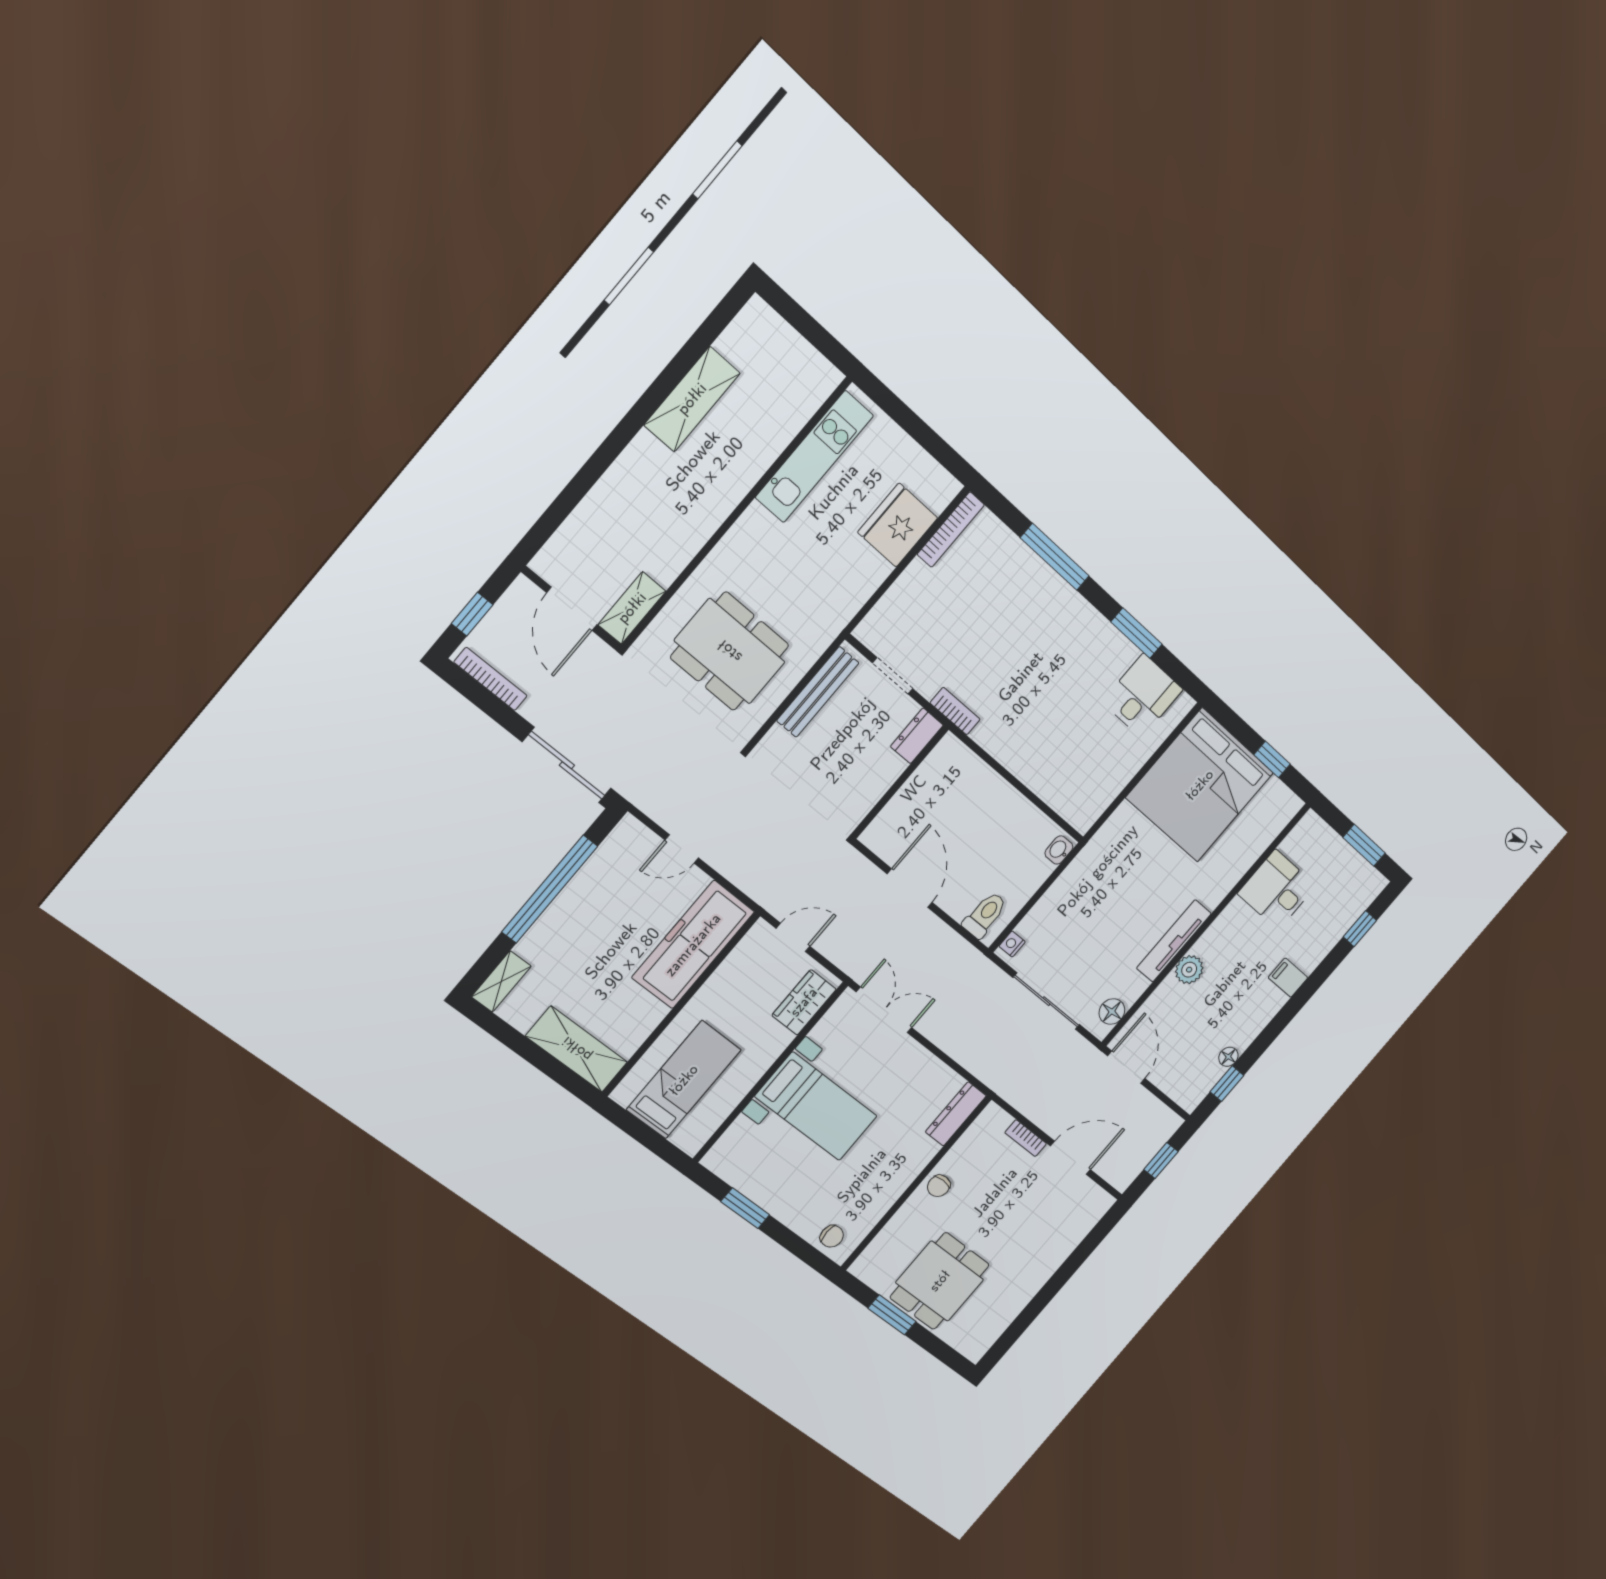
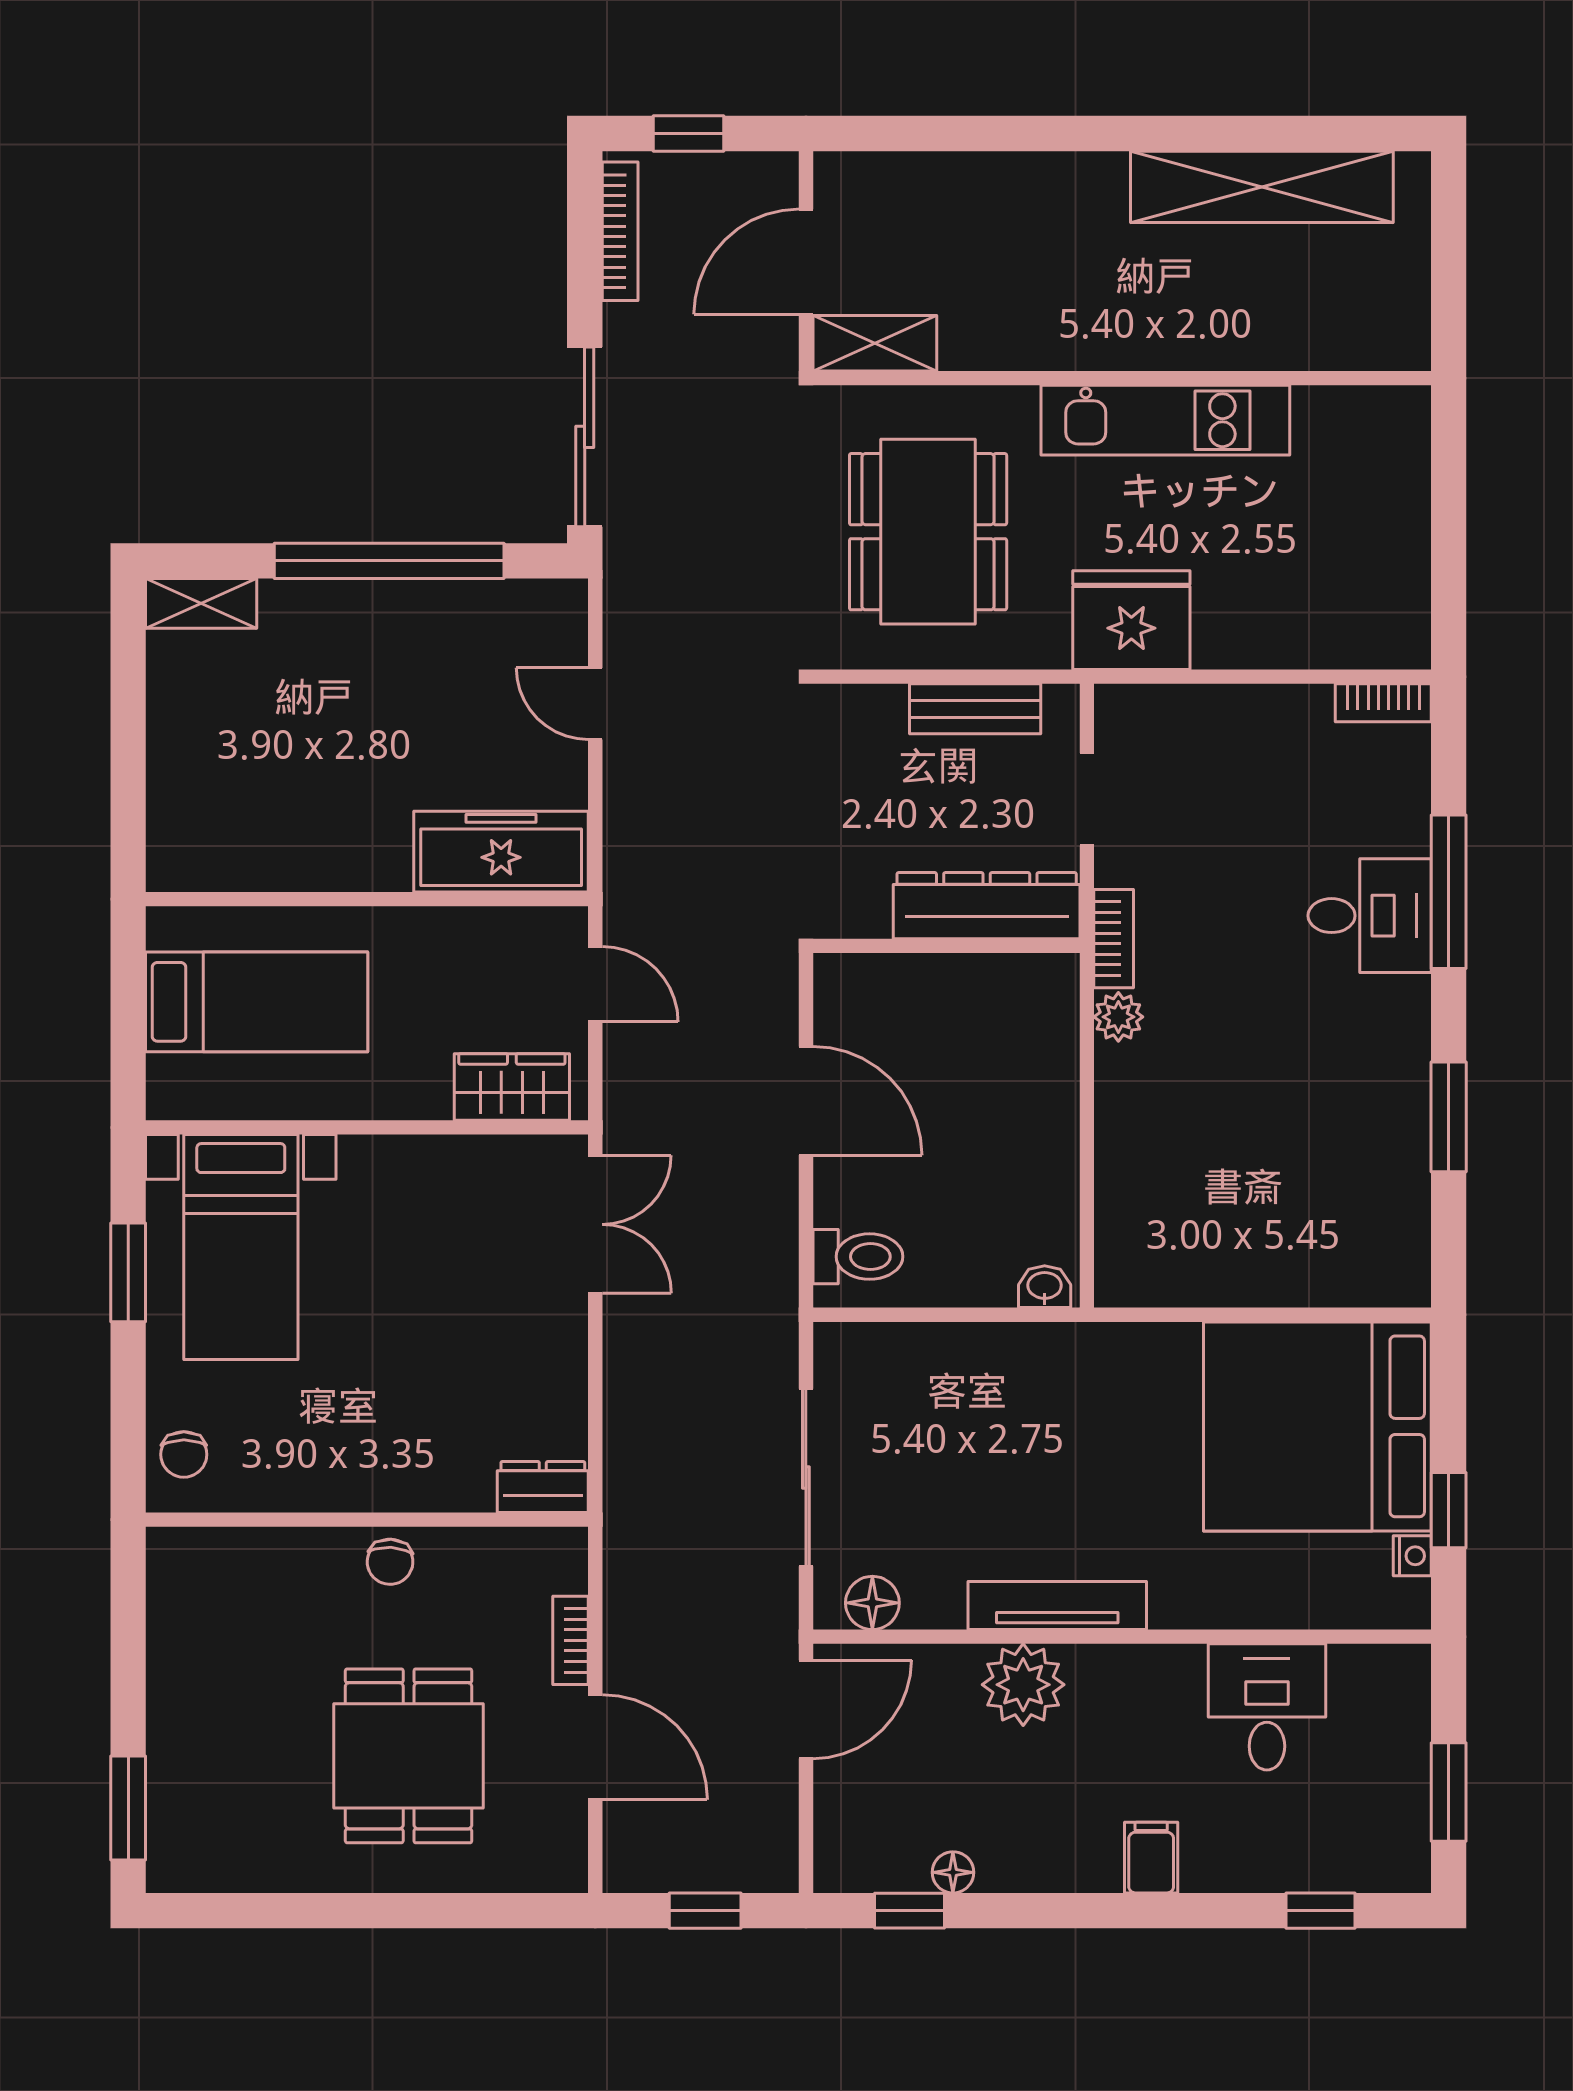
shelving: (692, 399) -> (1262, 187), width x1.47
kitchen unit: (814, 457) -> (1165, 420), moved
fridge: (898, 525) -> (1131, 620), moved
bookcase: (951, 530) -> (1383, 703), width x0.64
bench: (818, 692) -> (975, 709), width x0.73
desk: (1142, 696) -> (1370, 916), moved
plant: (986, 735) -> (1118, 1017), added
dresser: (917, 736) -> (987, 906), width x1.96, depth x1.24
door: (910, 888) -> (806, 1101), hinge flipped
nightstand: (1012, 944) -> (1412, 1556), moved, turned 90
freezer: (693, 945) -> (501, 852), width x0.73, depth x0.79
plant: (1189, 970) -> (1023, 1685), width x1.36, depth x1.36
shelving: (577, 1049) -> (183, 799), removed
bed with nightstands: (816, 1106) -> (241, 1247), moved
dresser: (956, 1114) -> (543, 1487), width x0.70
chair: (939, 1186) -> (390, 1562), turned -87
dining table: (940, 1281) -> (409, 1756), moved, turned 90
window: (892, 1315) -> (128, 1808), moved

